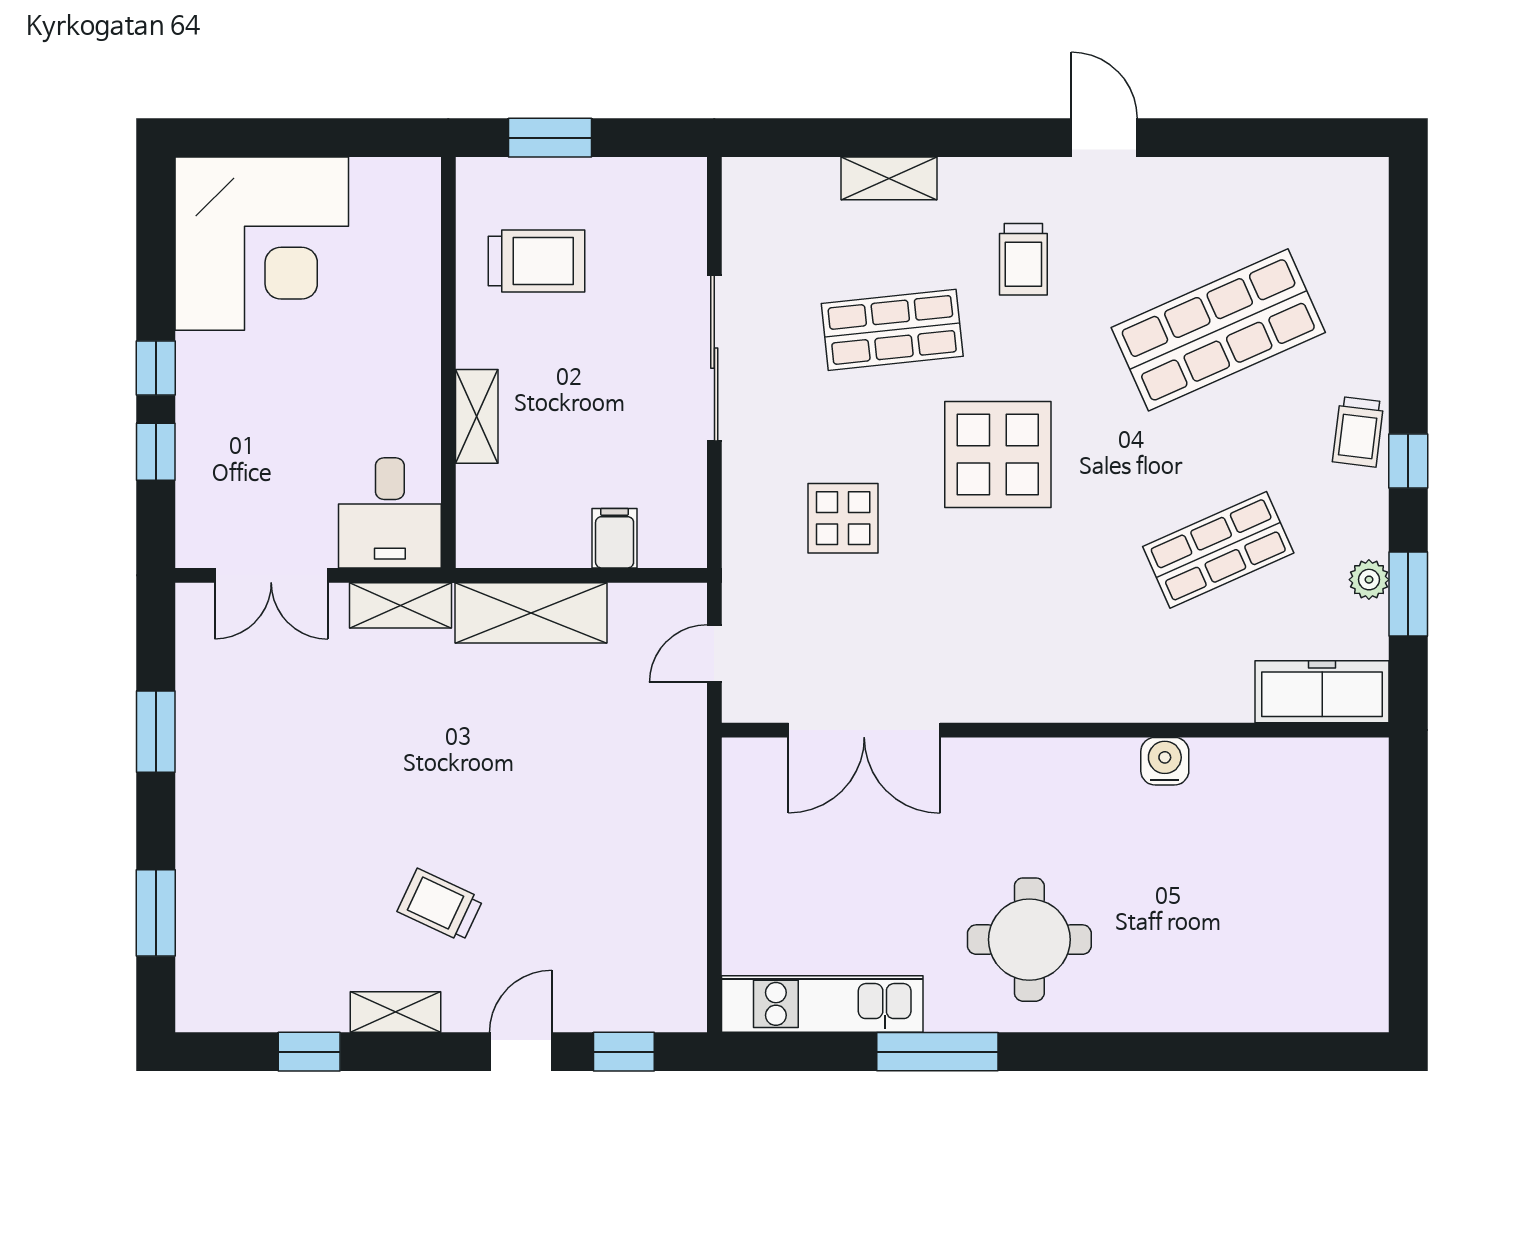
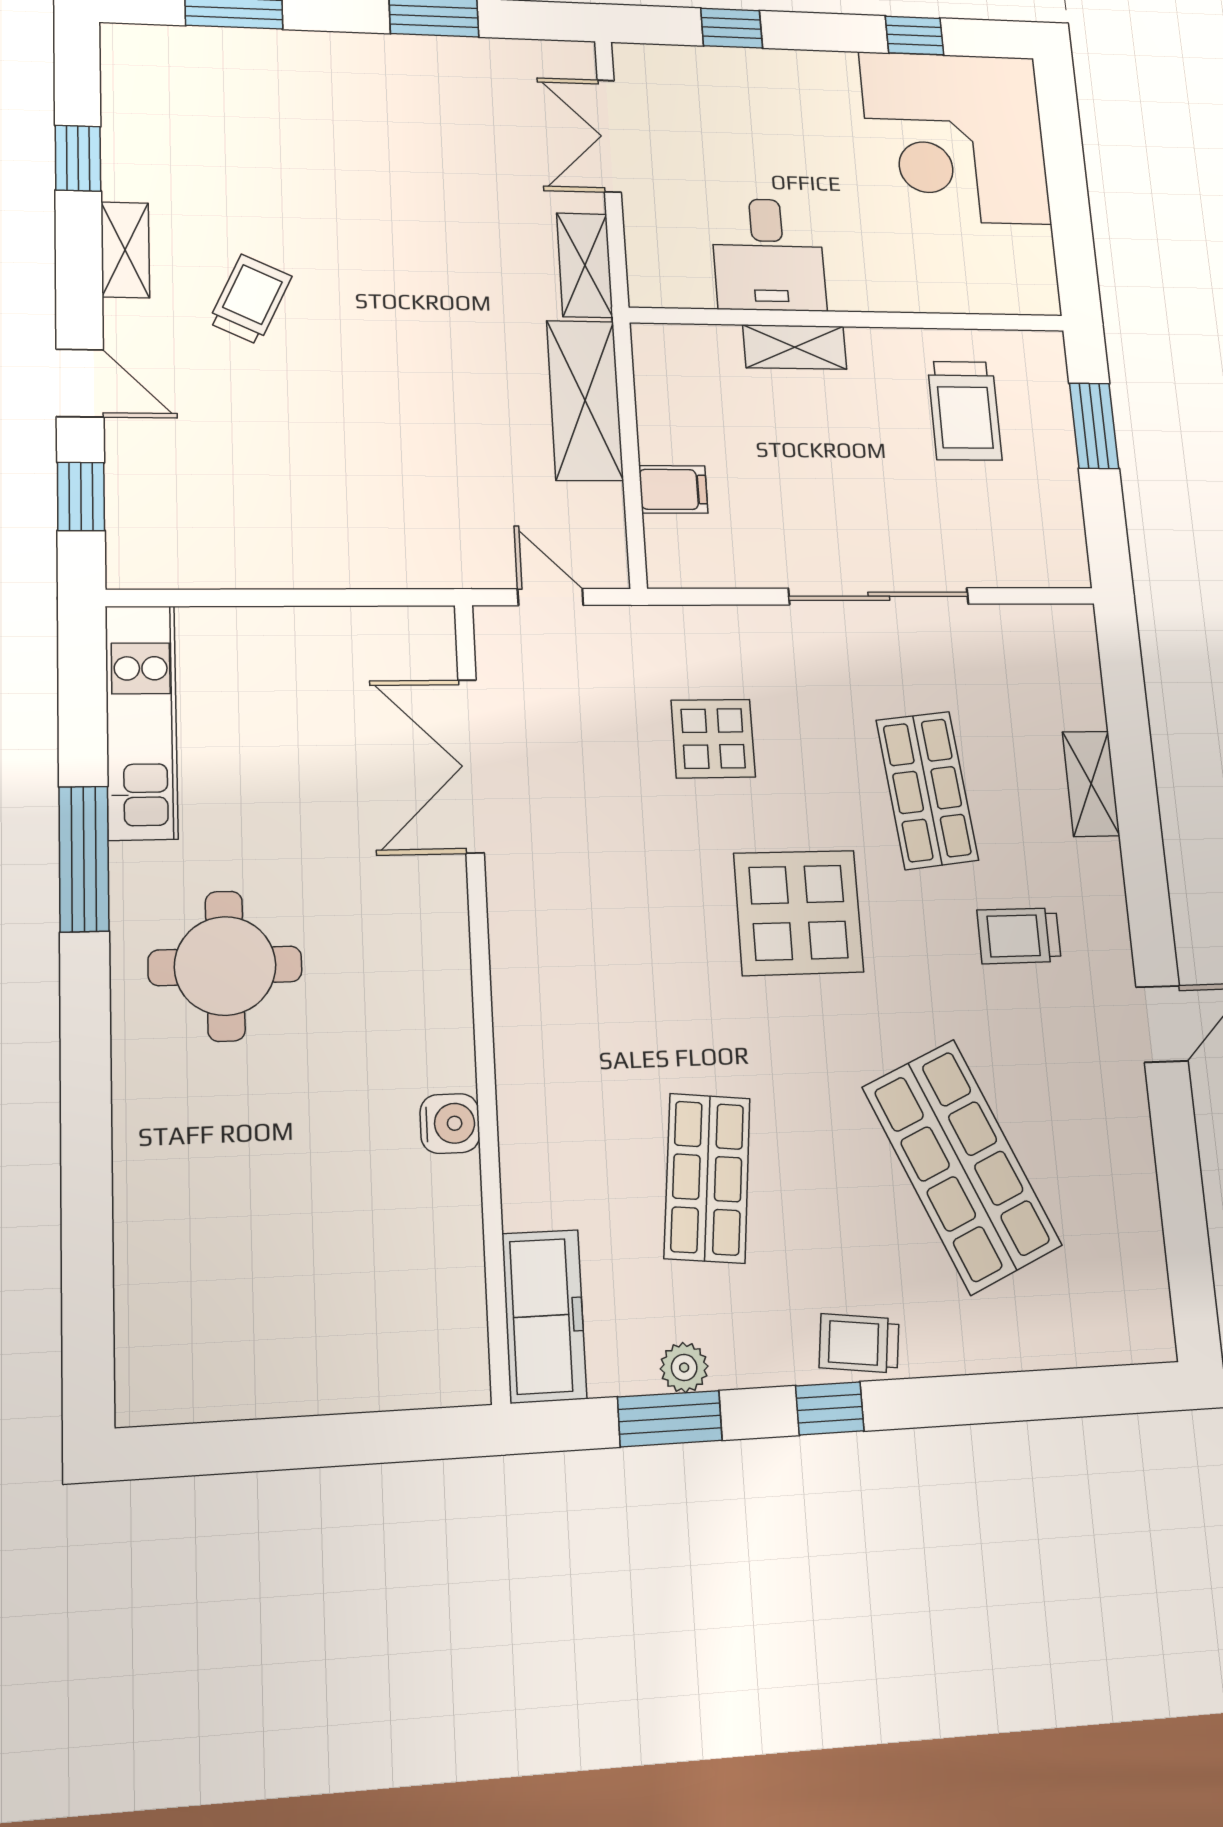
window: (156, 368) -> (915, 36), moved
desk: (390, 513) -> (768, 255), moved, turned -90
shop shelf: (1218, 550) -> (707, 1178), turned 30

